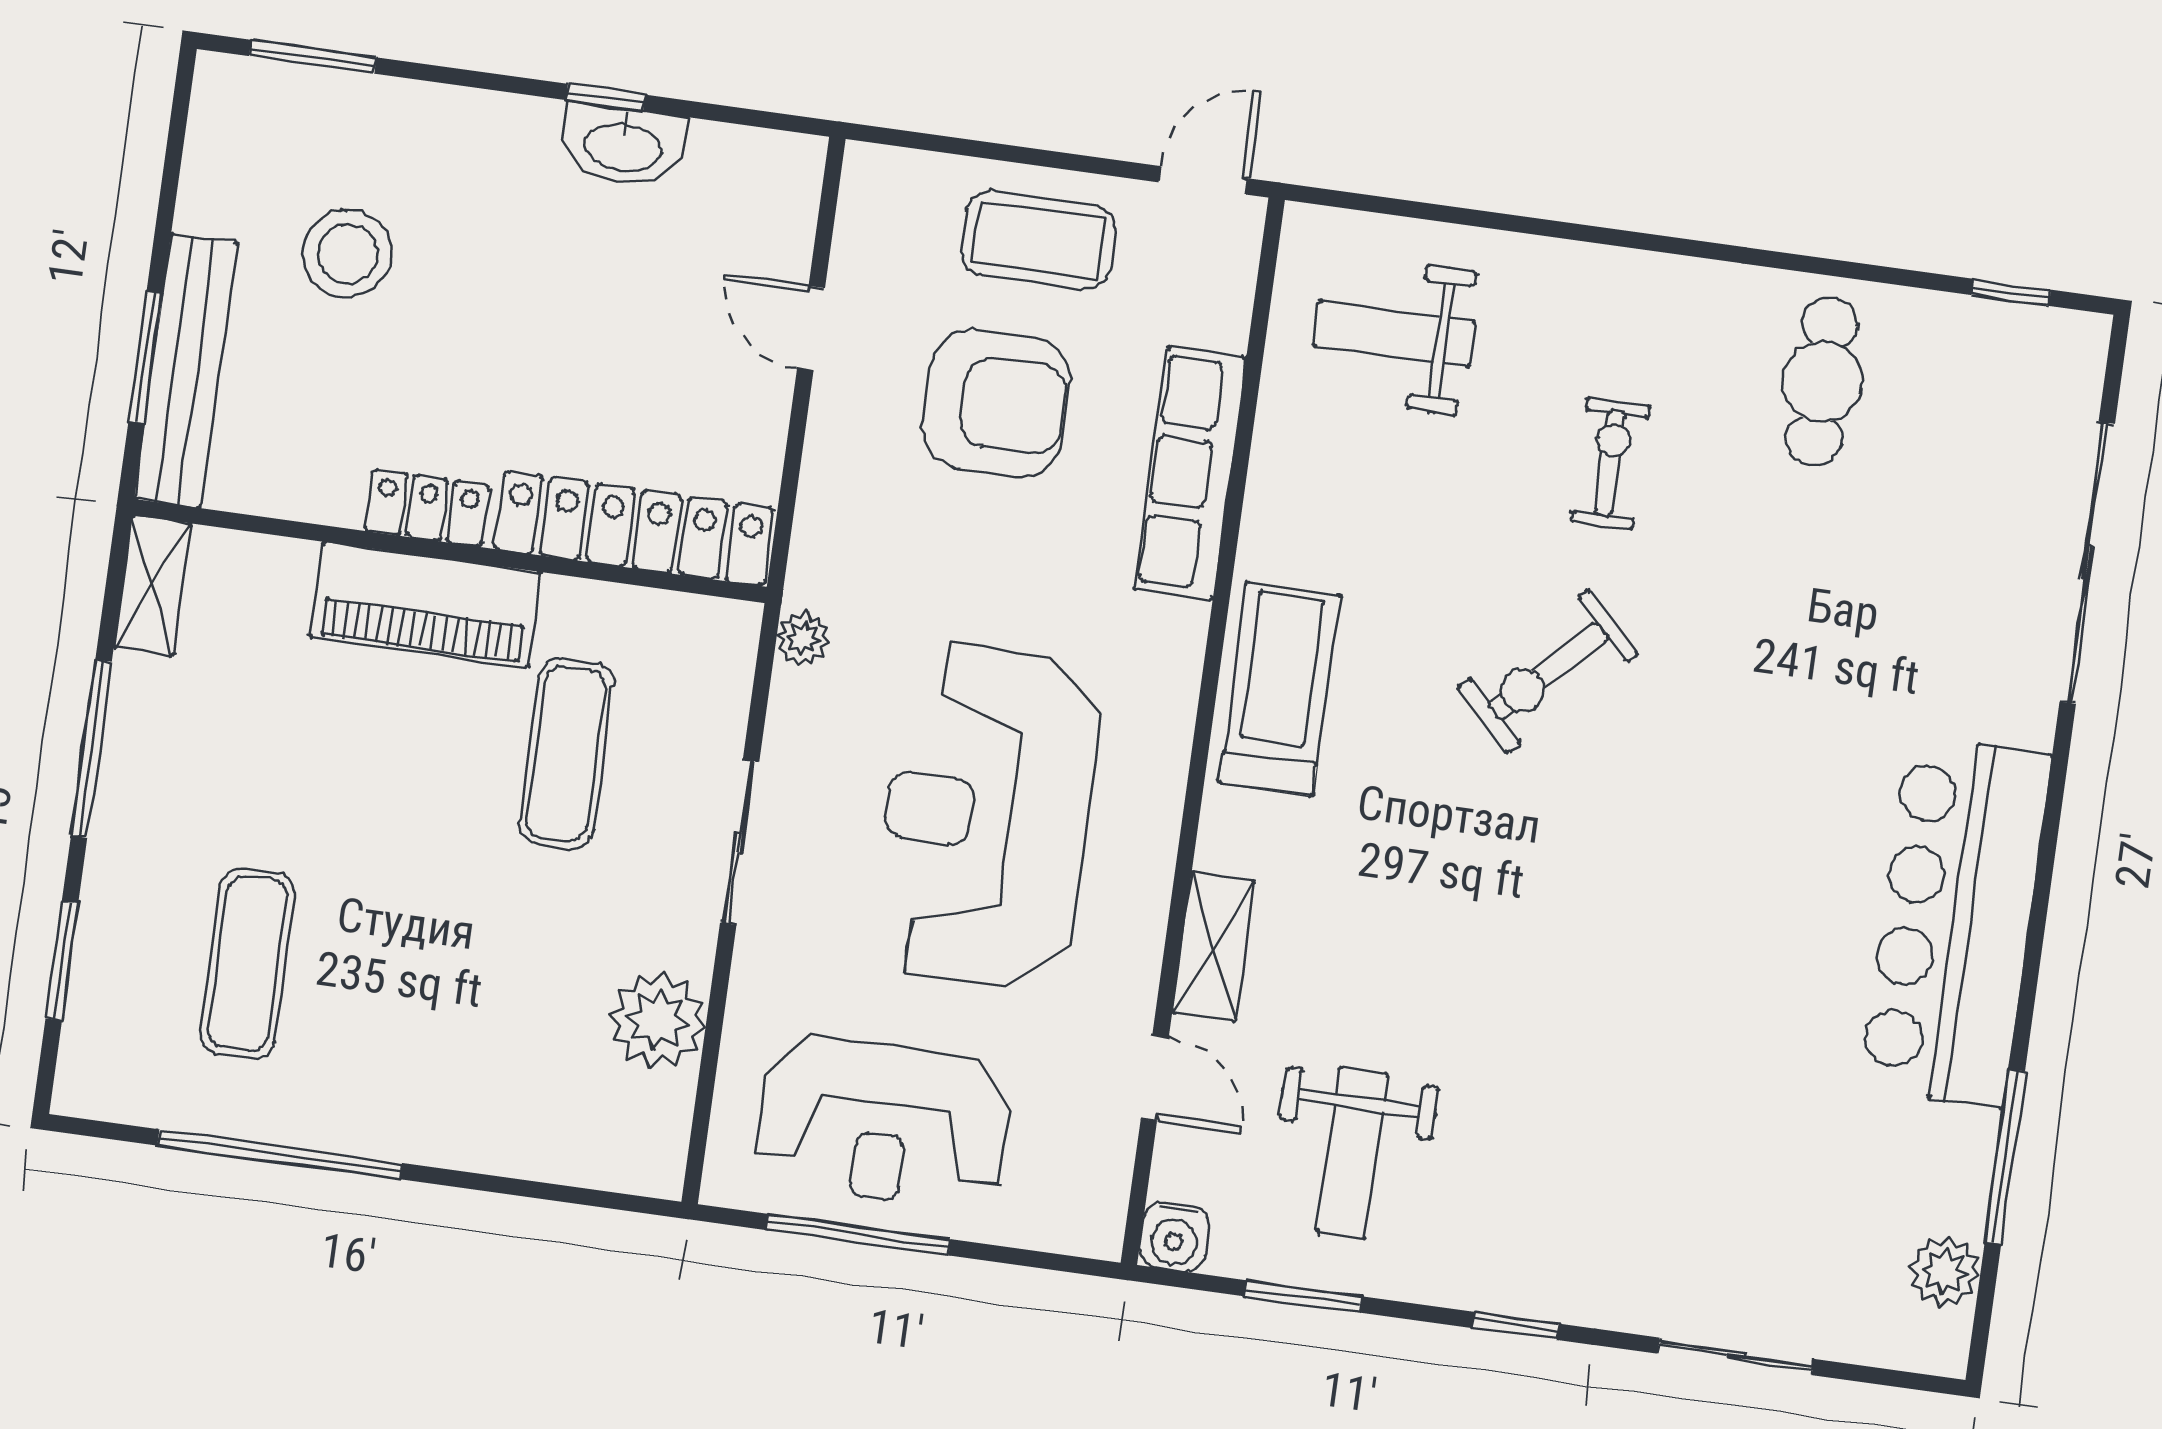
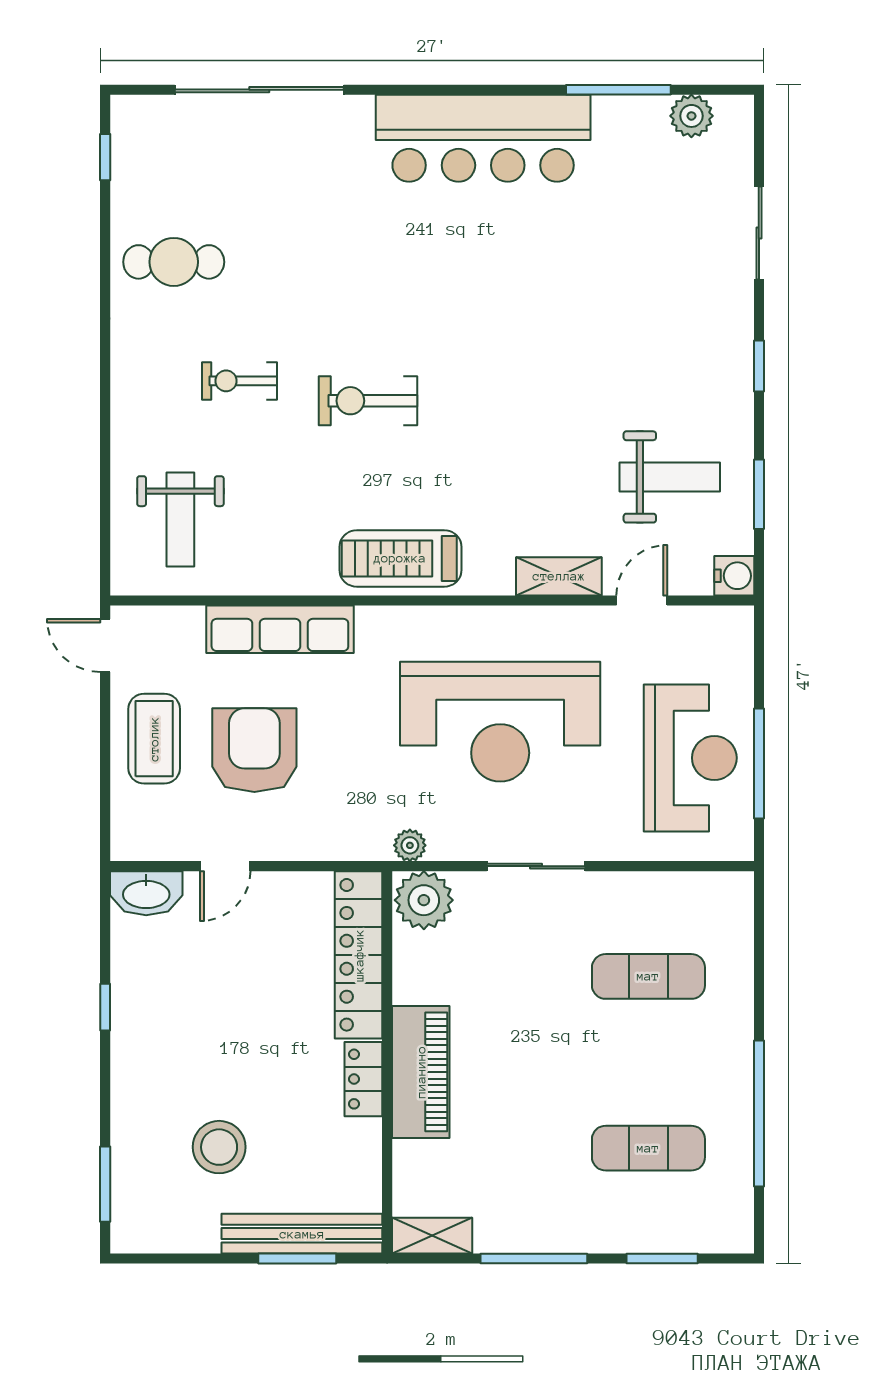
washbasin: (623, 145) -> (146, 893), moved, turned 90
exercise bike: (1548, 671) -> (368, 401), turned 135
exercise mat: (566, 753) -> (648, 976), moved
plant: (658, 1020) -> (424, 900), moved

